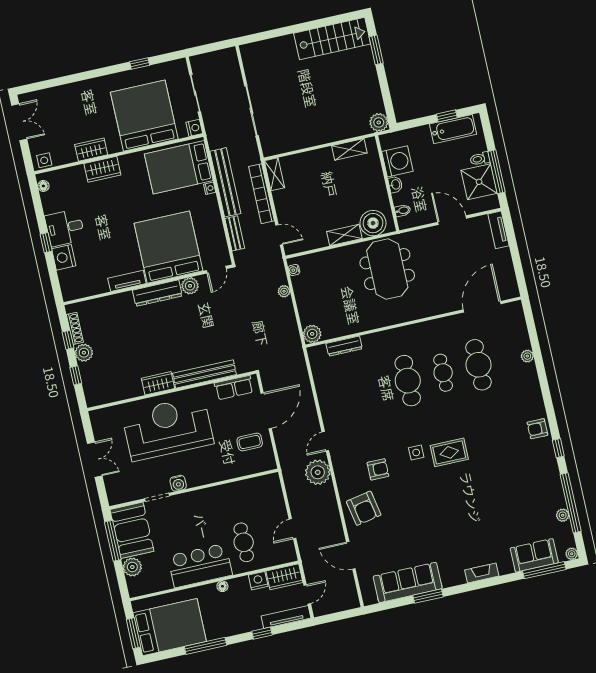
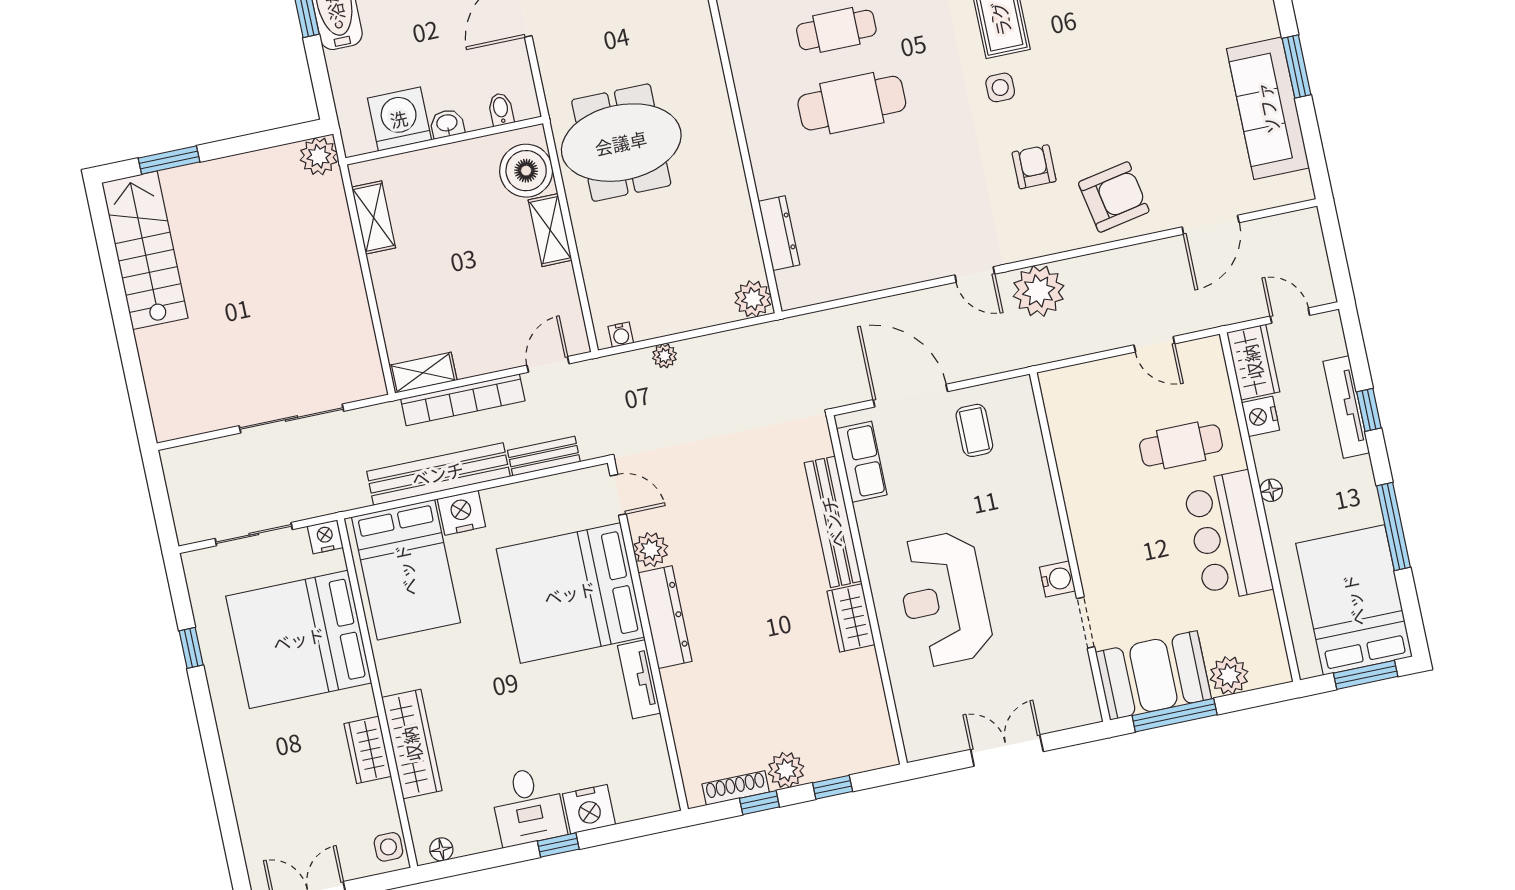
wardrobe: (102, 169) -> (412, 744), width x1.50
nightstand: (210, 188) -> (461, 513), width x1.89, depth x1.79
reception desk: (168, 428) -> (944, 599), width x0.74, depth x0.77
tv unit: (286, 617) -> (1346, 407), moved

